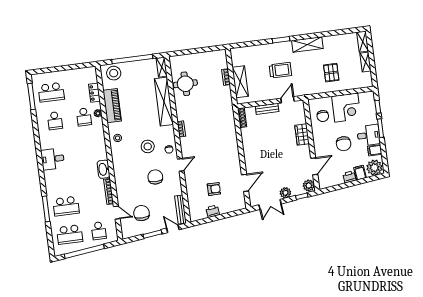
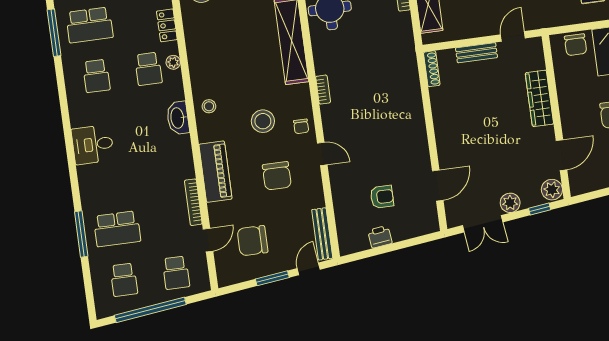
piano: (112, 106) -> (215, 172), moved
chair: (323, 116) -> (576, 45), moved
wardrobe: (302, 135) -> (539, 98), width x1.50
door: (181, 165) -> (322, 154), hinge flipped
washbasin: (103, 169) -> (178, 118), moved
chair: (155, 177) -> (277, 176), turned 180
door: (117, 213) -> (208, 240), hinge flipped
chair: (142, 213) -> (252, 241), turned -90
door: (173, 229) -> (309, 269), hinge flipped
school desk: (70, 234) -> (124, 280), width x0.54

